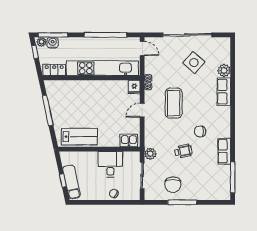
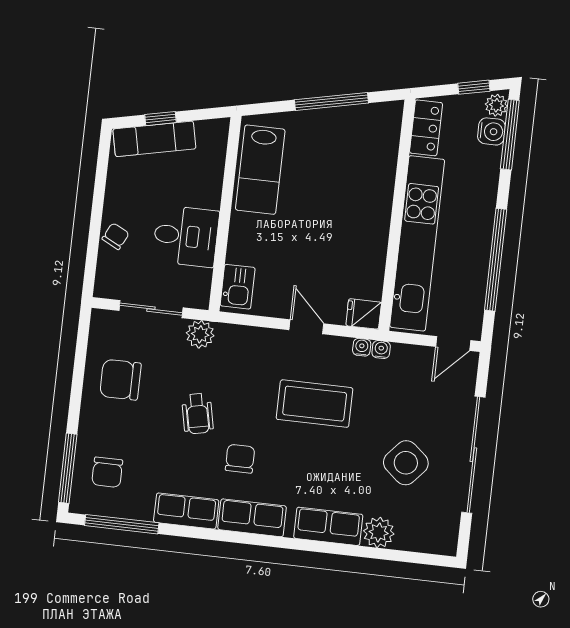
row of seats: (224, 124) -> (252, 518), added
chair: (212, 186) -> (107, 472), added
window: (182, 202) -> (68, 468), moved

